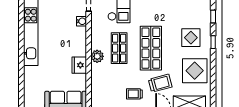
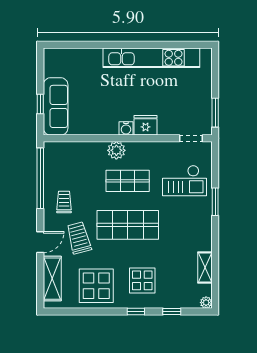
water cooler: (81, 21) -> (126, 128), moved
fridge: (79, 65) -> (146, 125), moved
trolley: (160, 83) -> (79, 238), turned 180

